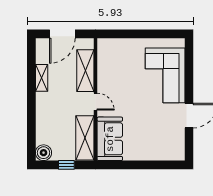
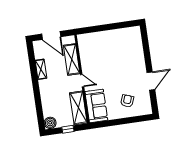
door: (62, 34) -> (51, 35), hinge flipped
corner sofa: (165, 75) -> (129, 55), removed
armchair: (153, 138) -> (127, 101), added

